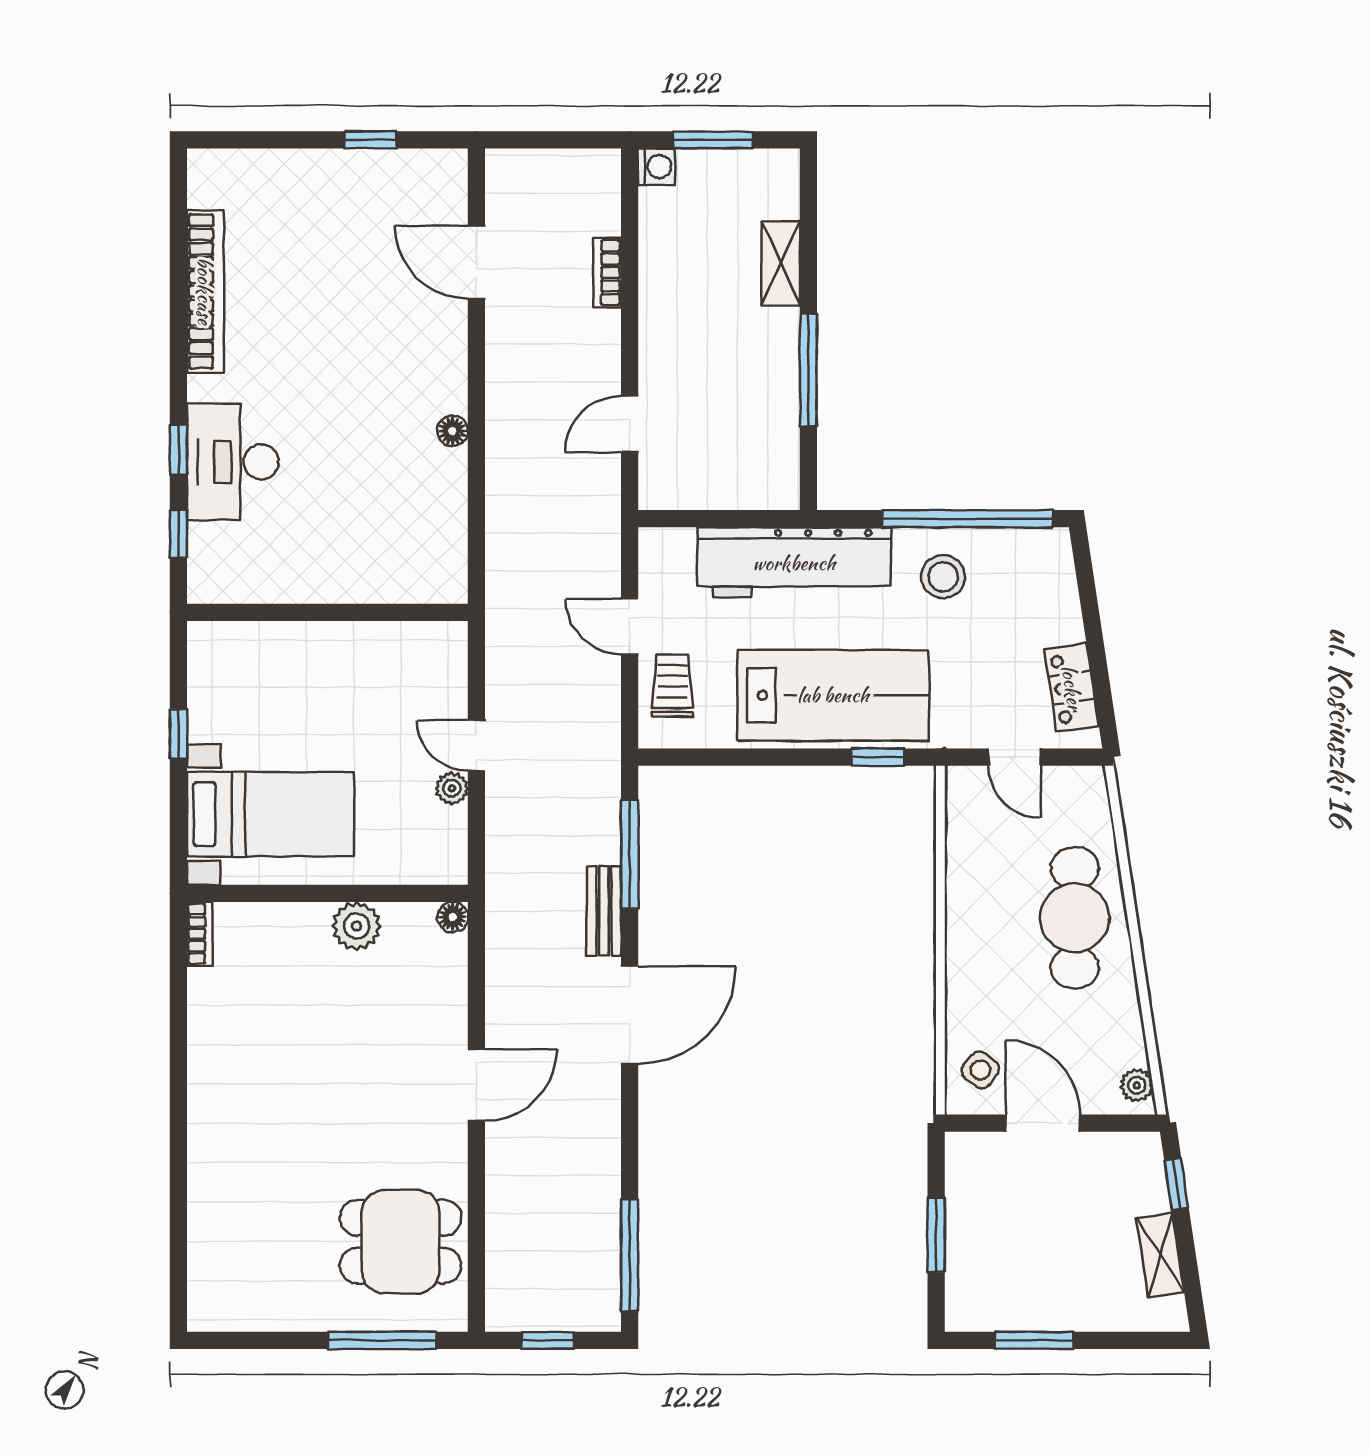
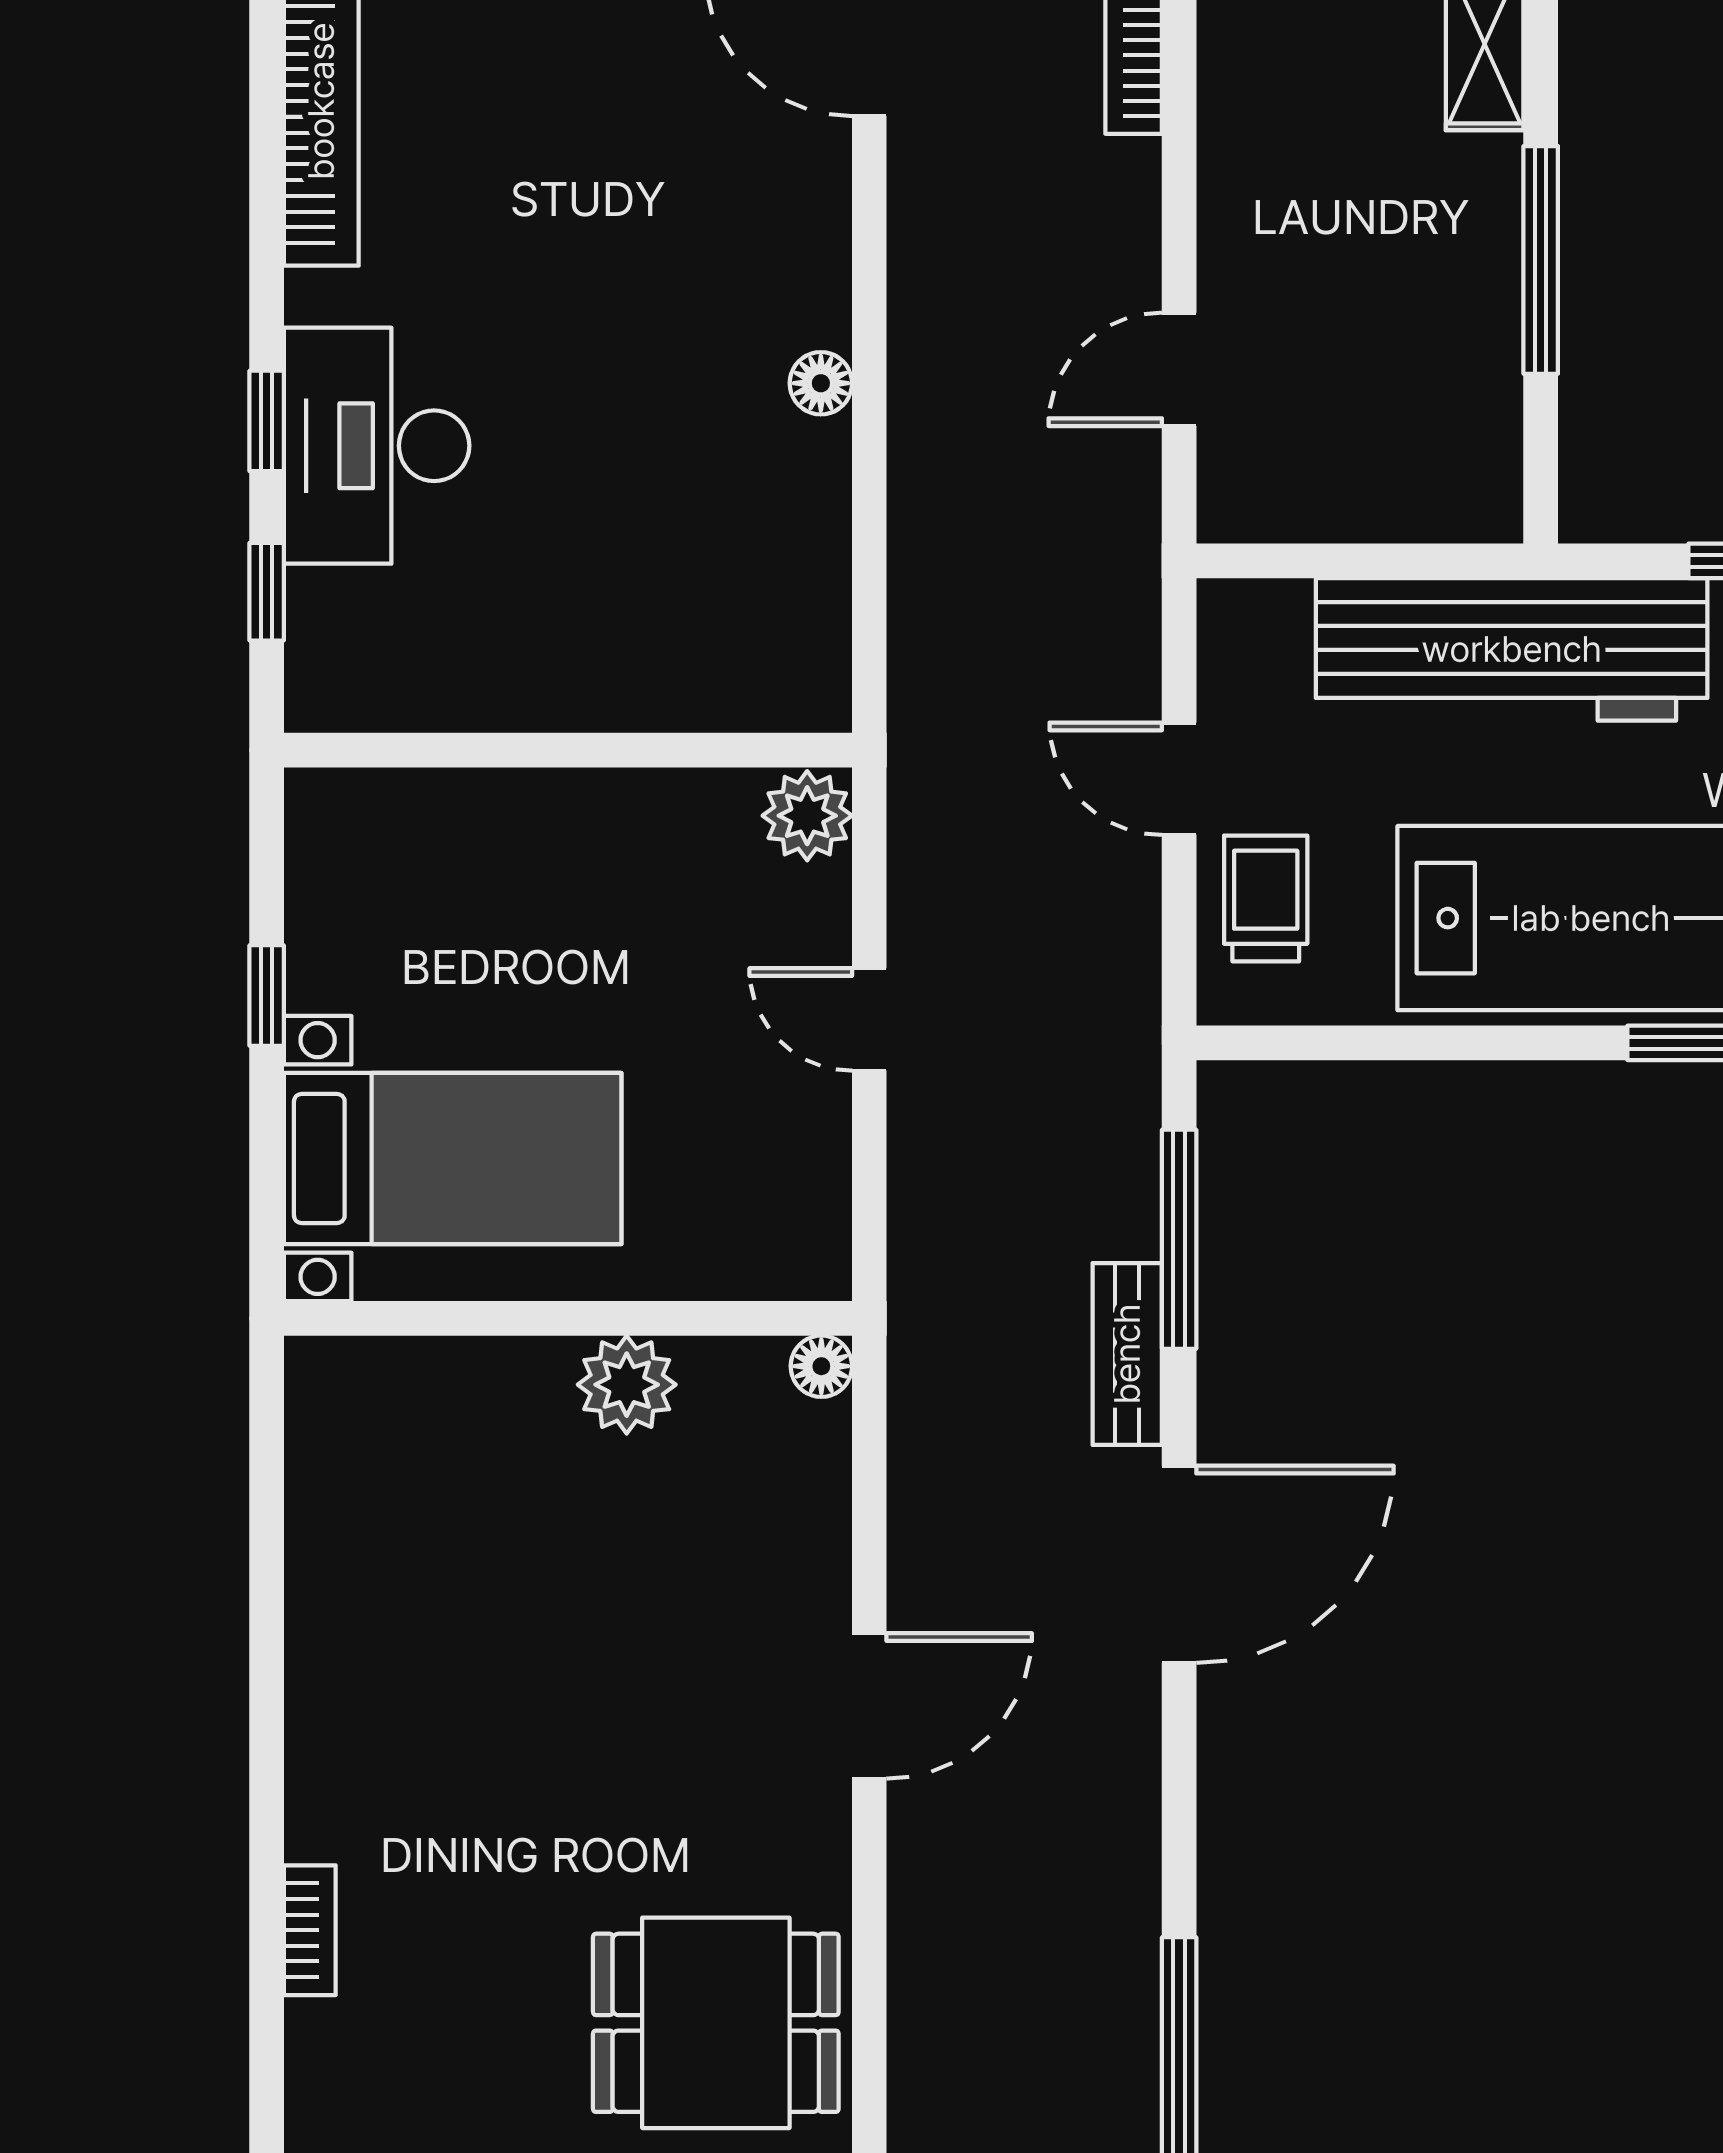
plant: (452, 788) -> (807, 816), moved, width x1.38, depth x1.38
bookcase: (200, 934) -> (310, 1930), moved

